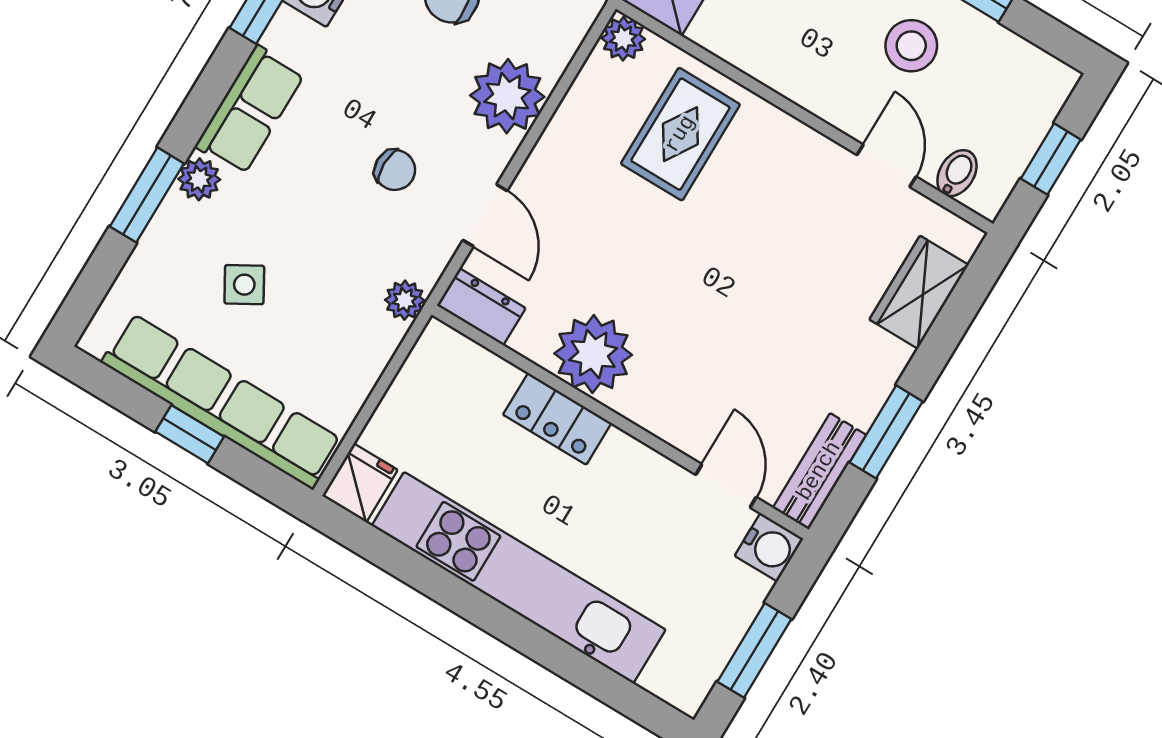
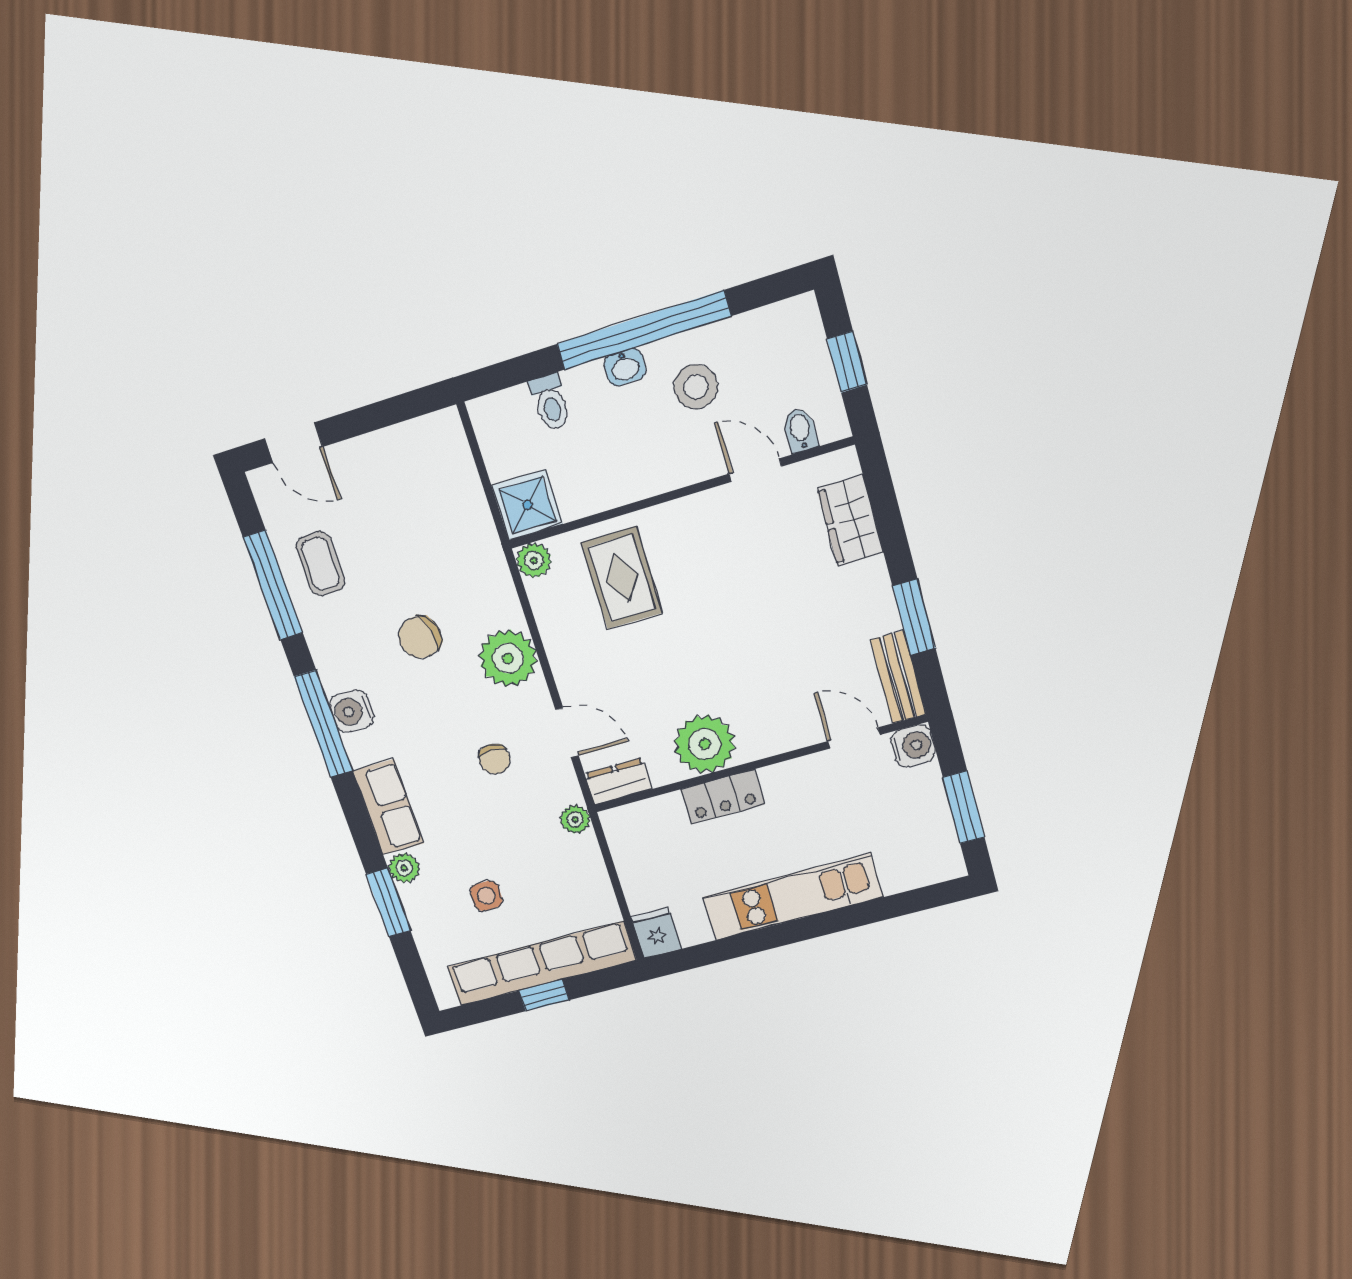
chair: (395, 170) -> (495, 759), turned 90
side table: (244, 285) -> (486, 896), turned 30
kitchen unit: (519, 578) -> (792, 897), width x0.73

